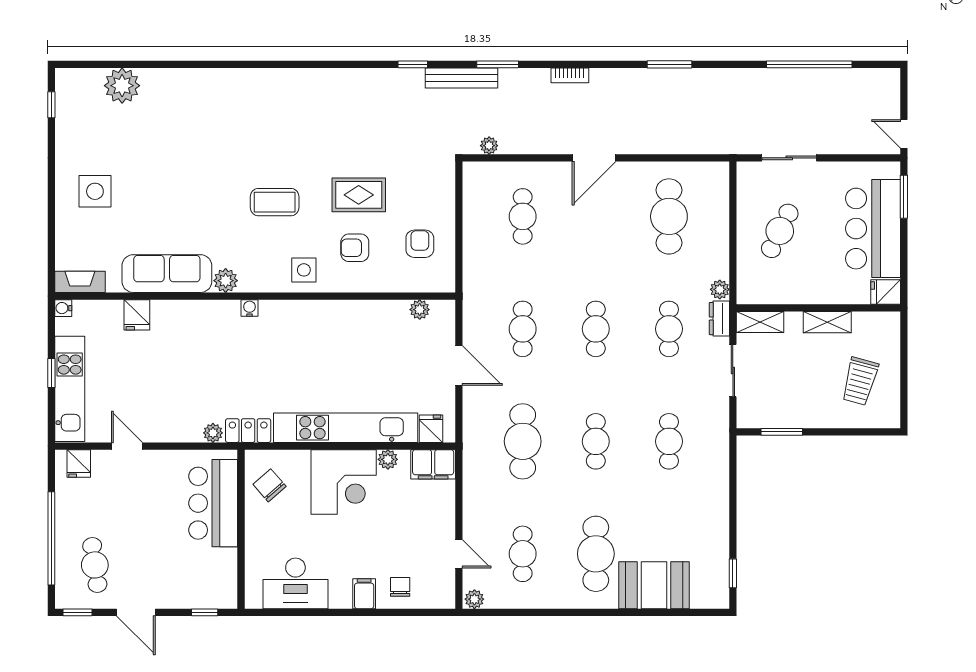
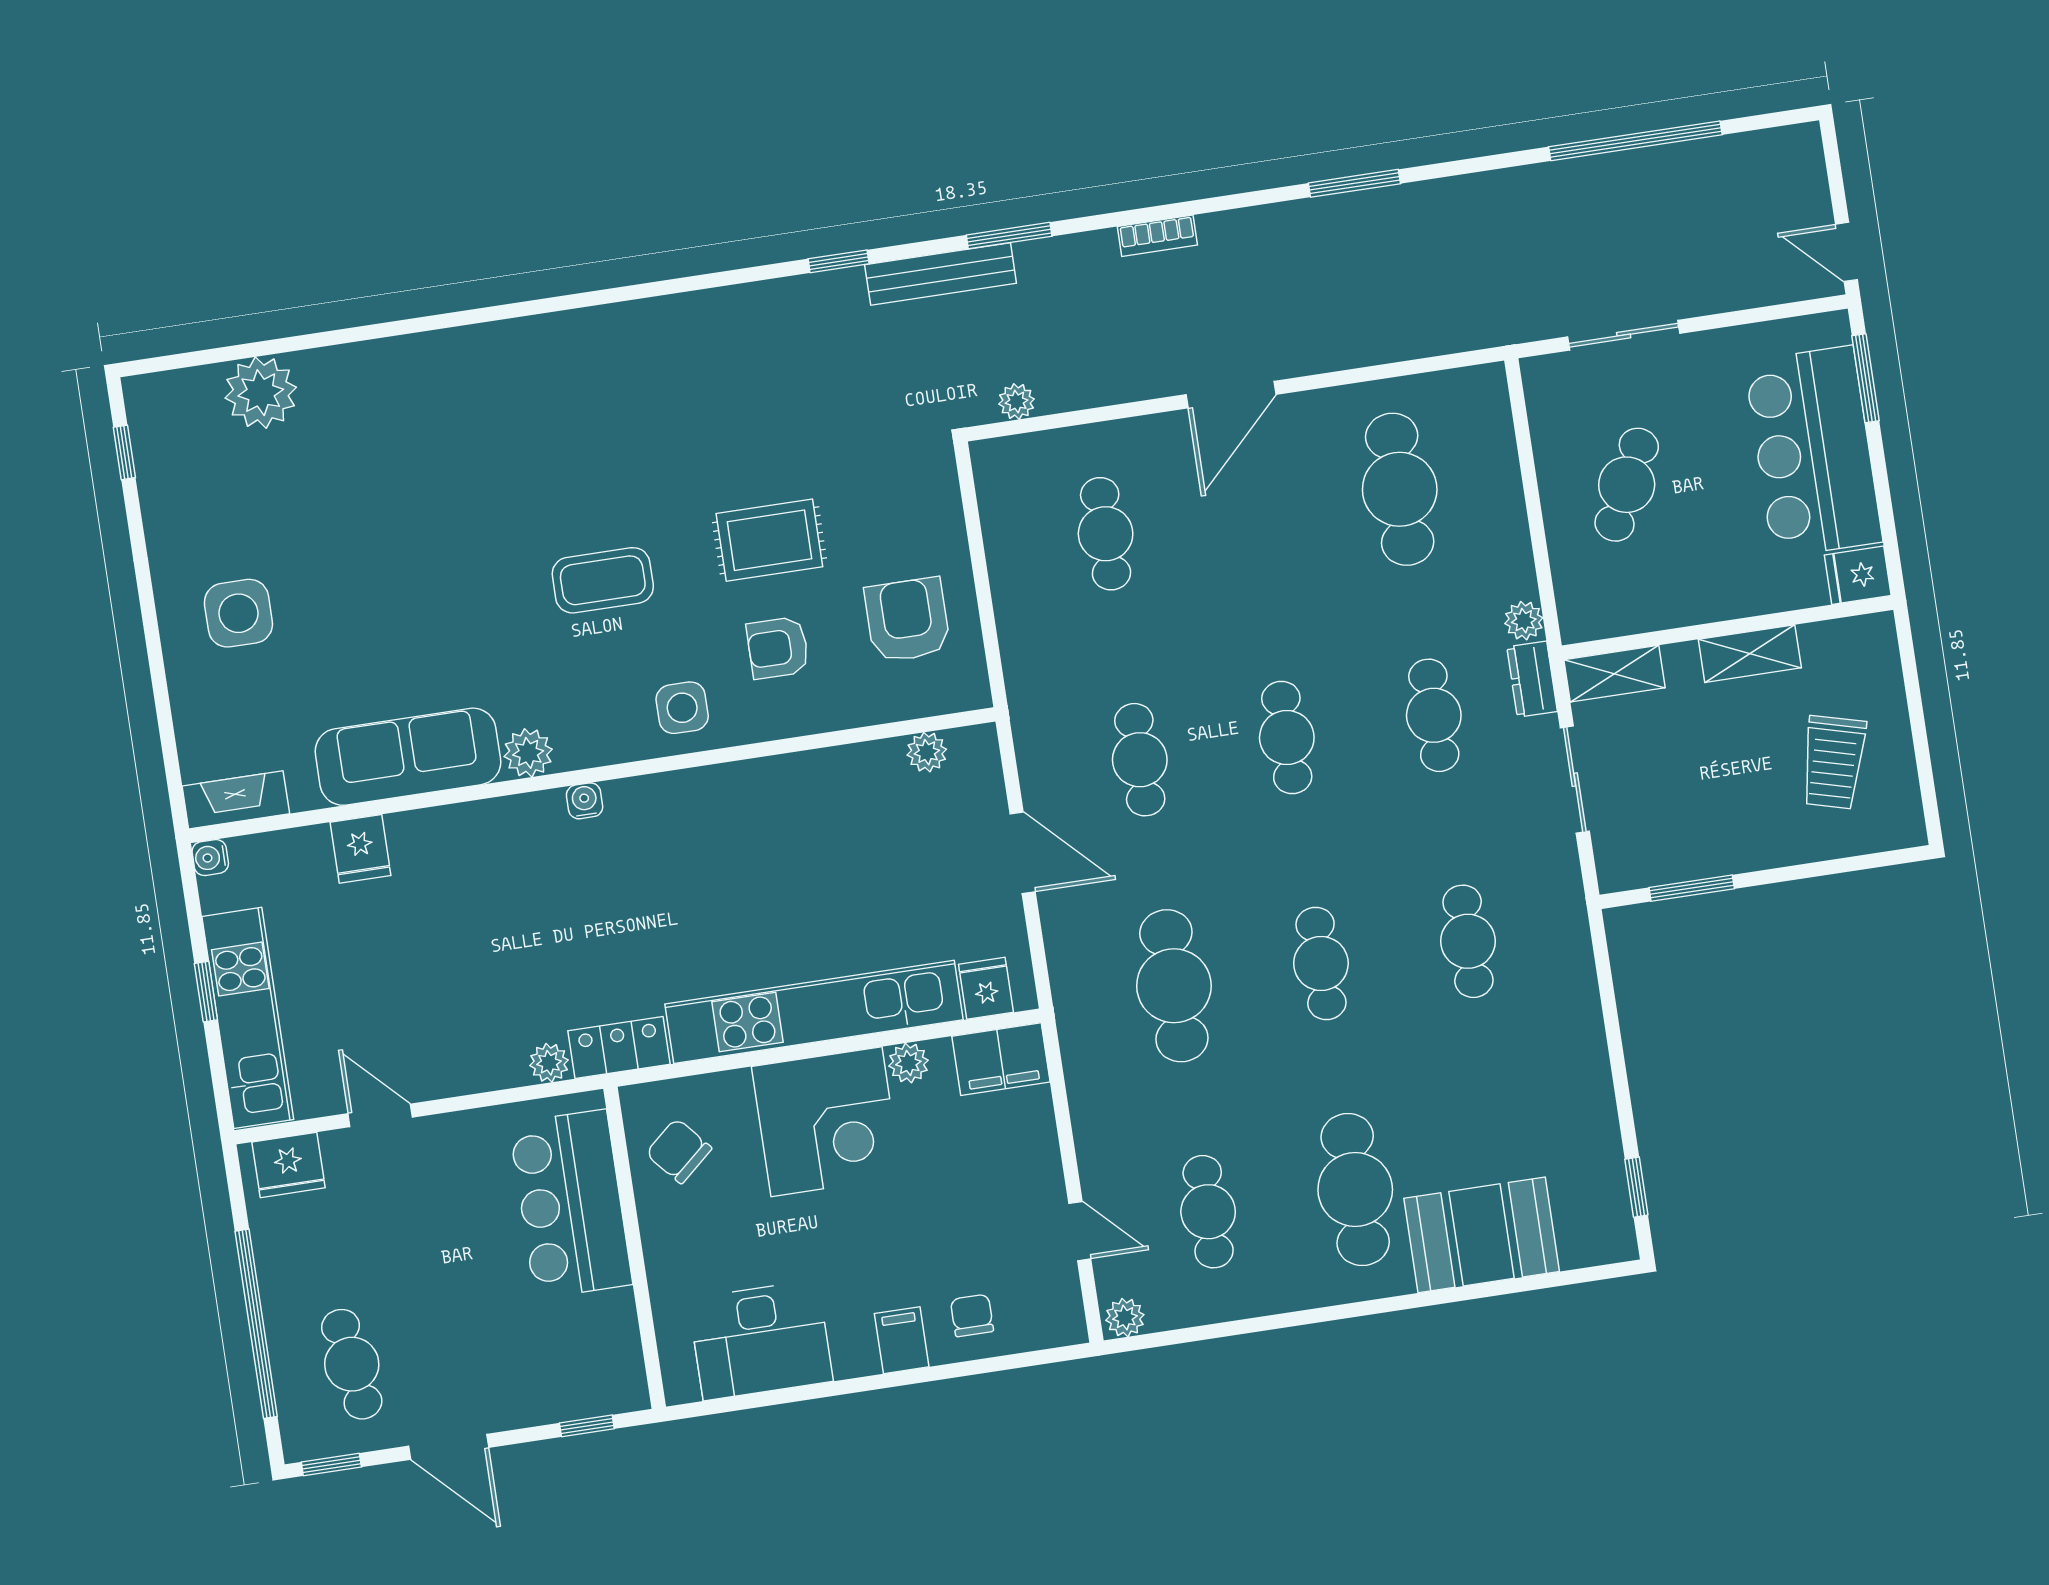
armchair: (420, 244) -> (907, 620), width x1.38, depth x1.38
fridge: (79, 463) -> (289, 1165), width x1.38

